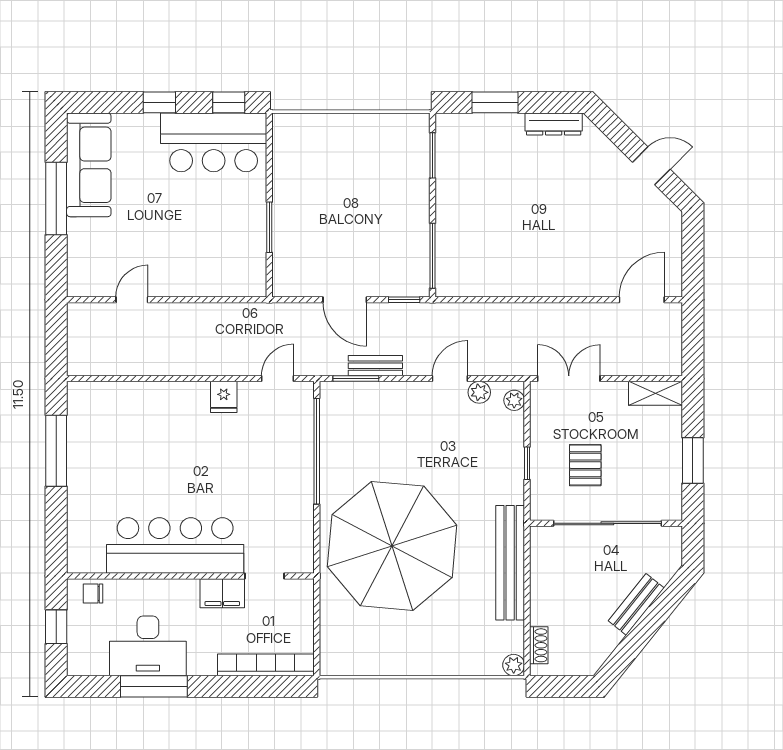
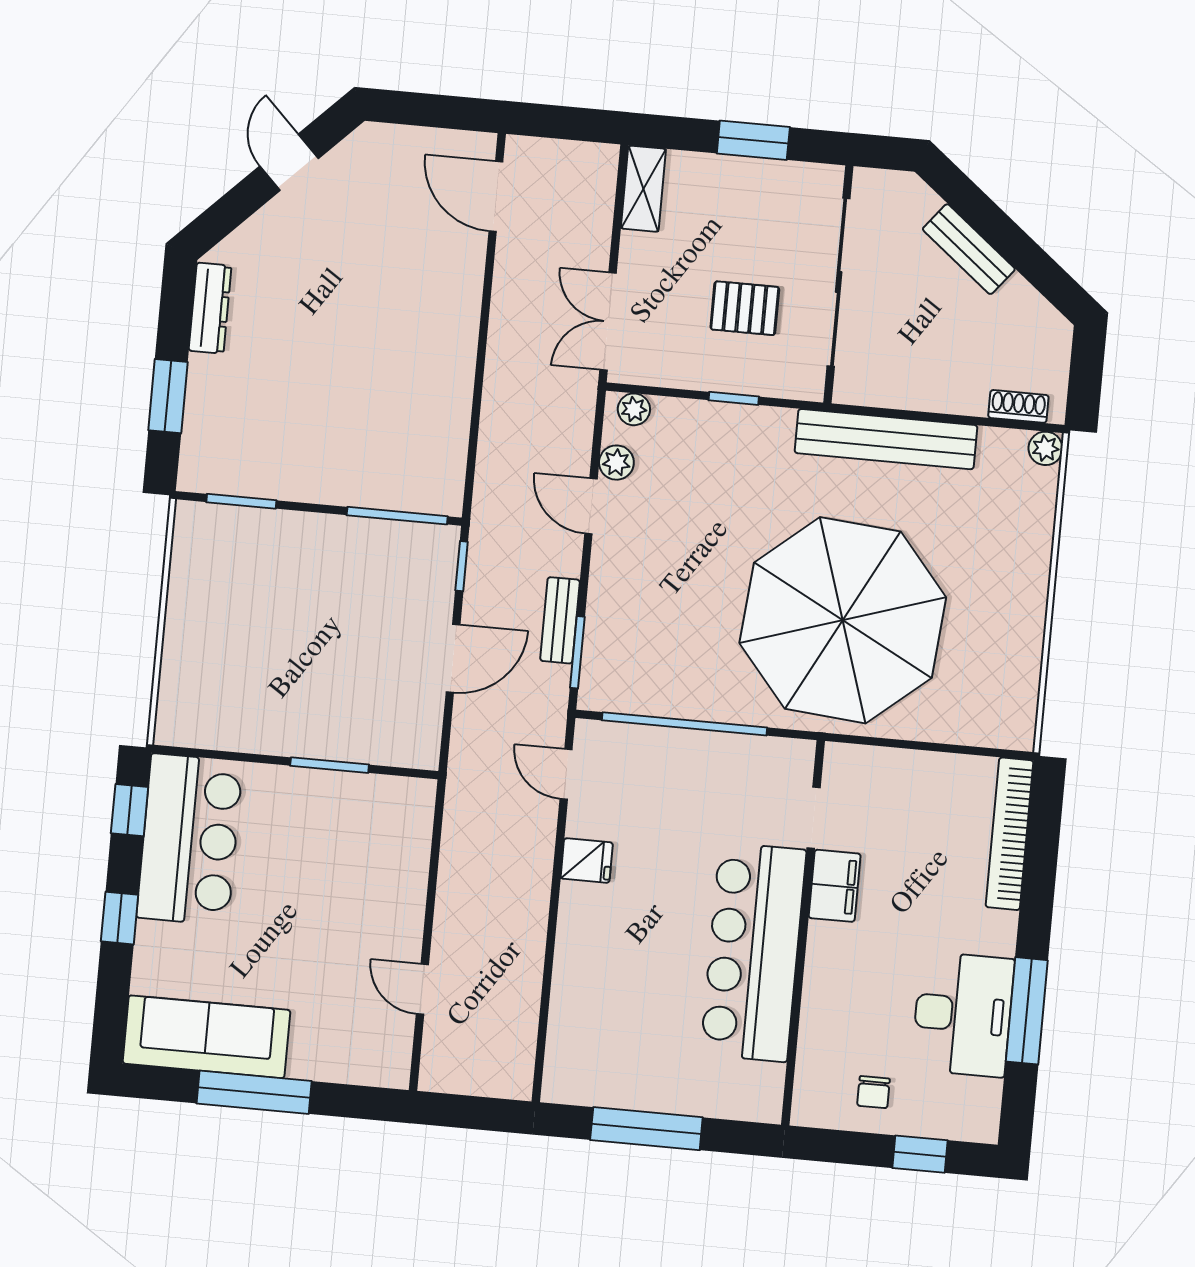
bar counter: (175, 545) -> (753, 952), moved
wall: (190, 576) -> (803, 933), moved
doorway: (264, 576) -> (814, 818), moved
filing cabinet: (222, 593) -> (835, 886), moved

